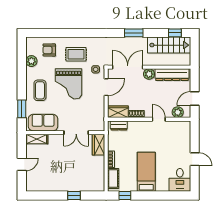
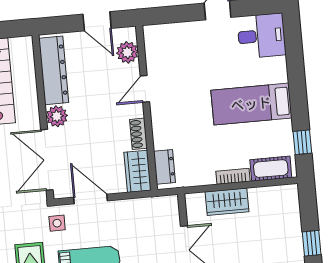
wardrobe: (99, 145) -> (227, 202), moved

